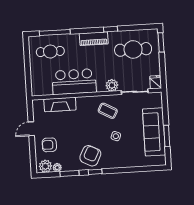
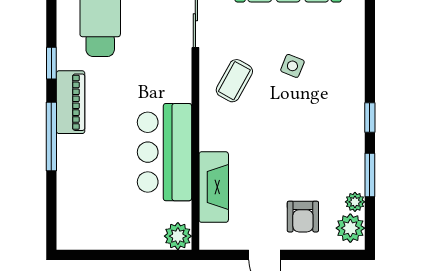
window: (55, 33) -> (51, 136), moved
cafe table: (50, 52) -> (93, 202), removed
plant: (112, 85) -> (178, 236), moved
armchair: (90, 156) -> (333, 126), removed

